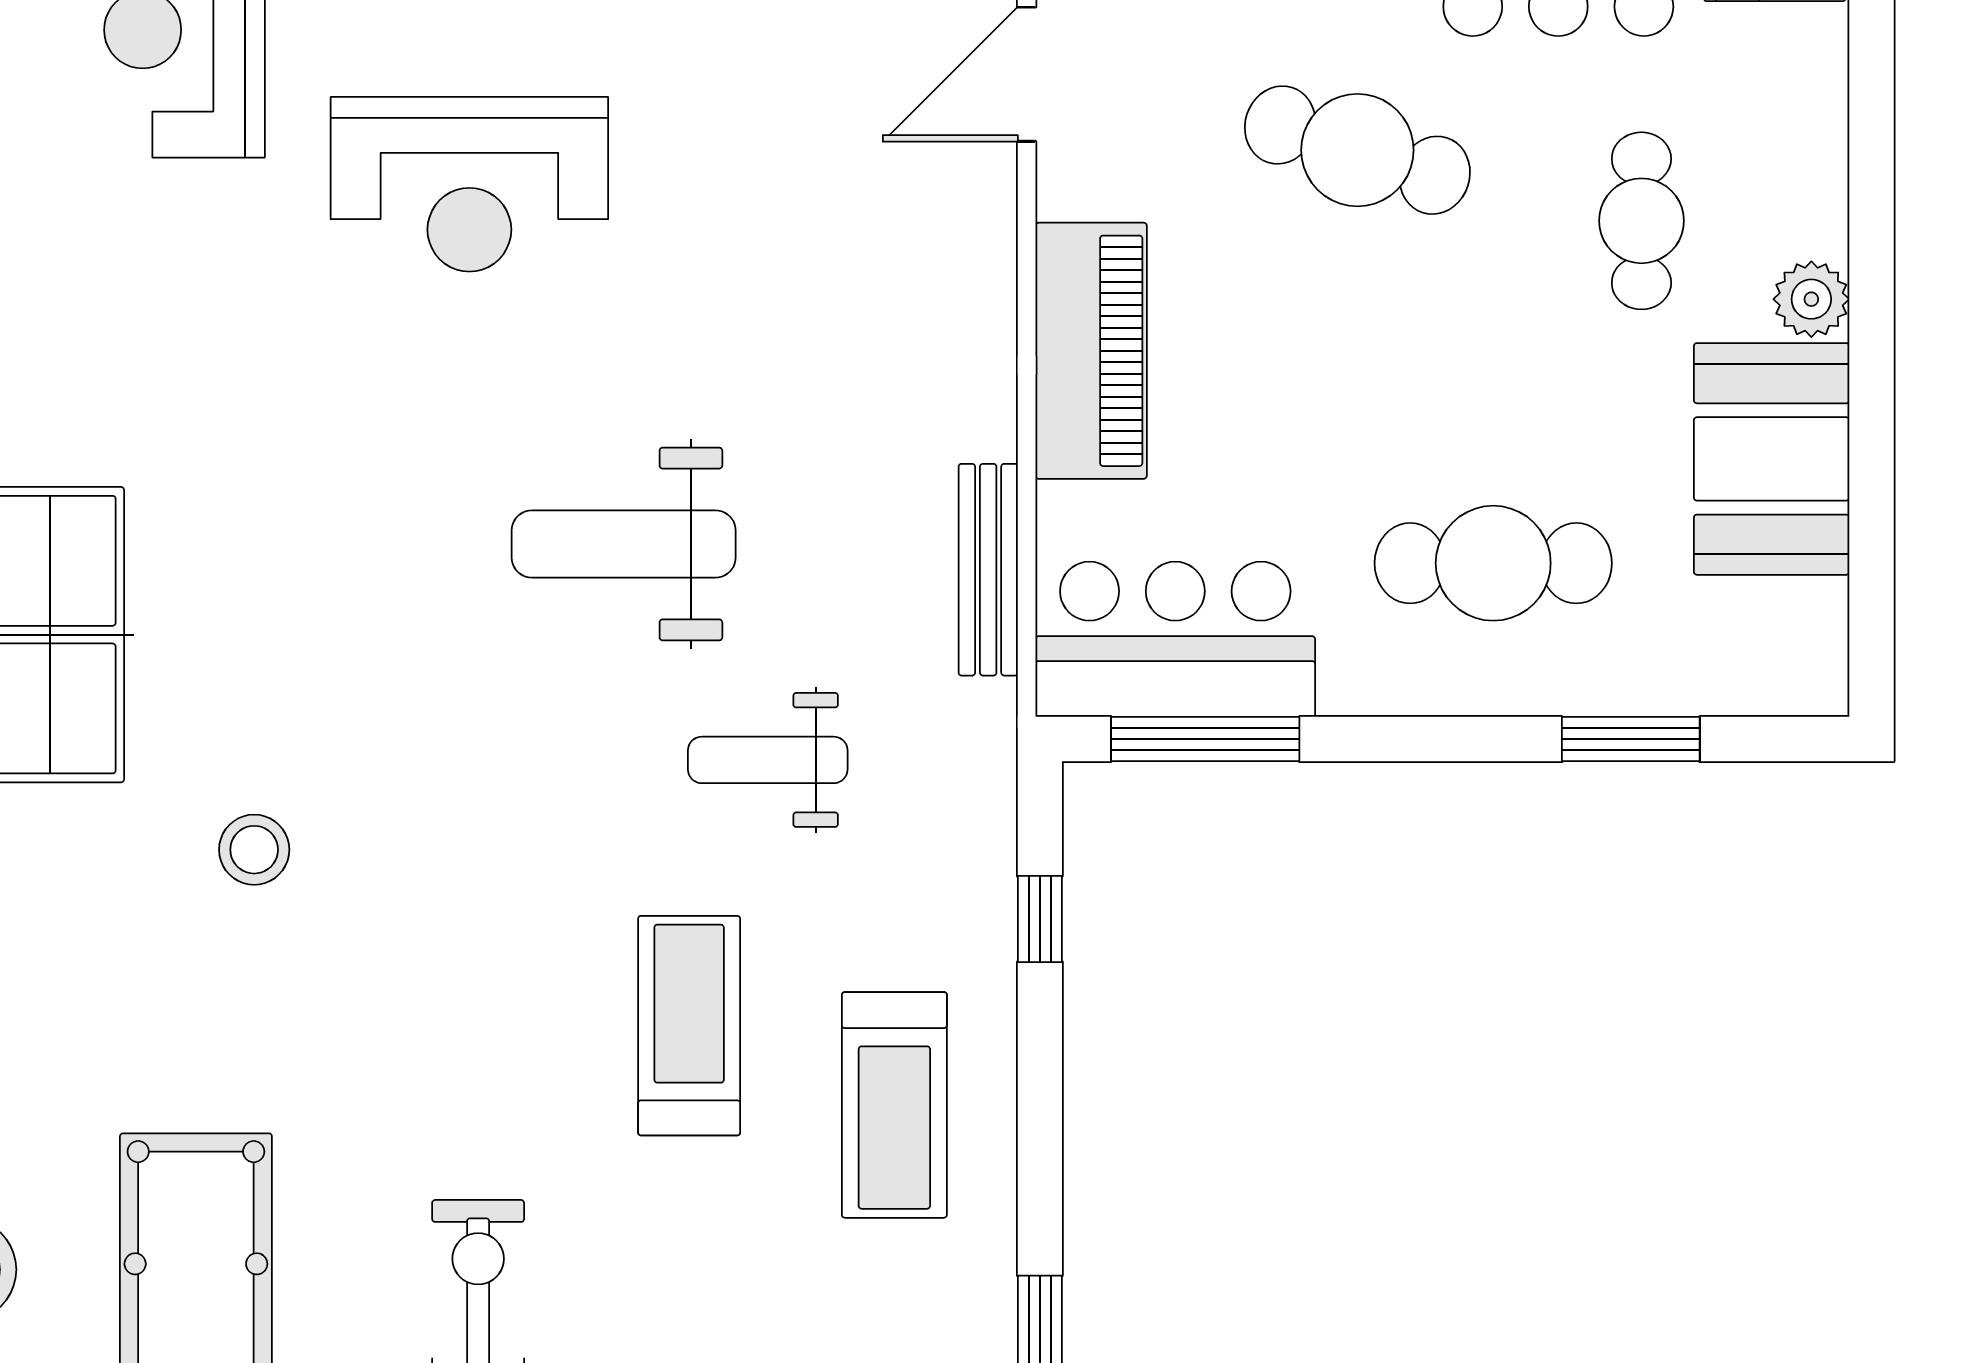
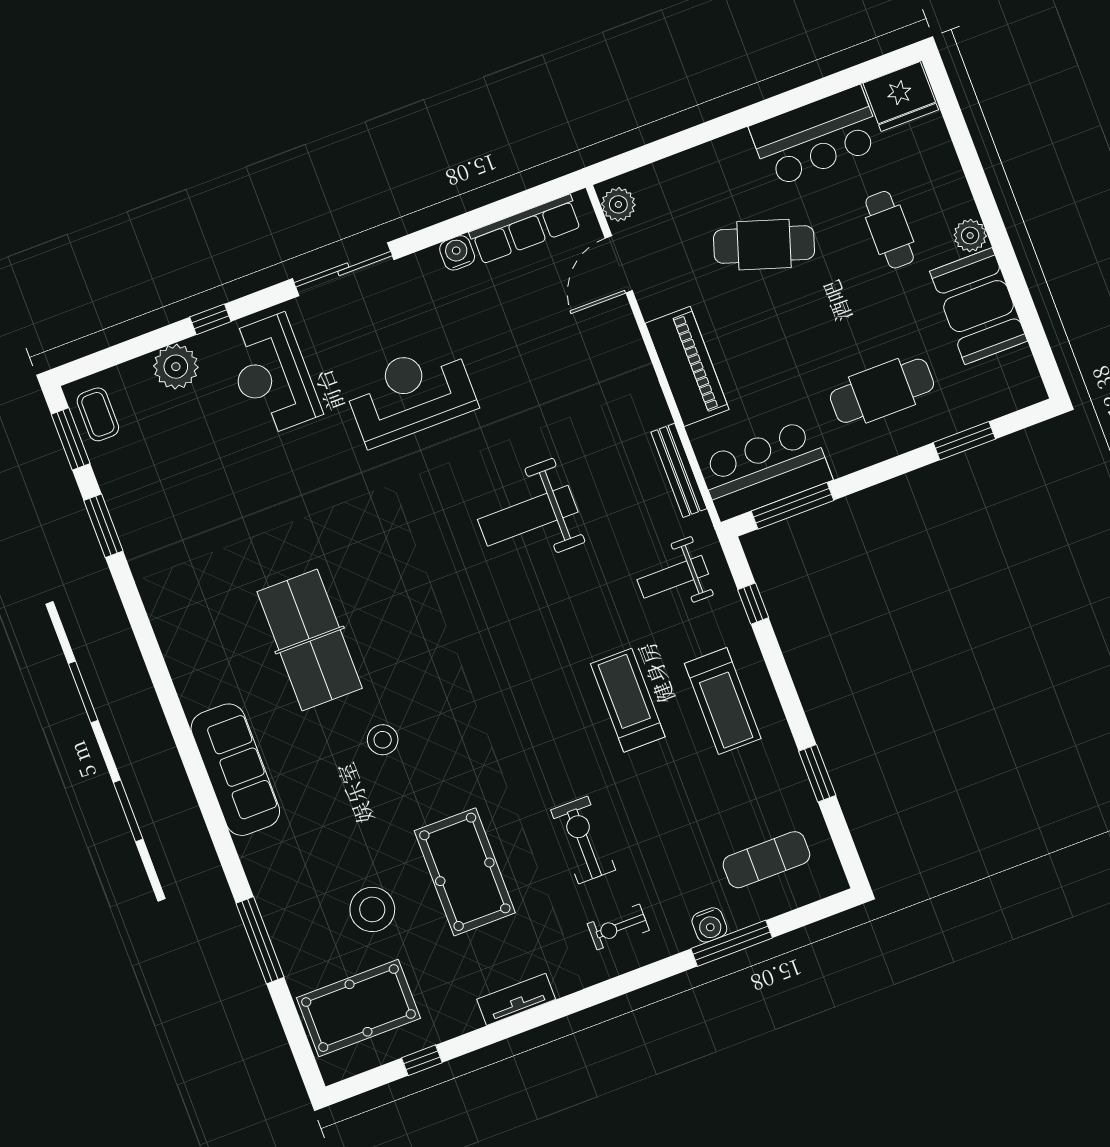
reception desk: (469, 184) -> (410, 394), turned 180
weight bench: (768, 760) -> (673, 577), moved
stool: (254, 850) -> (383, 740), moved

